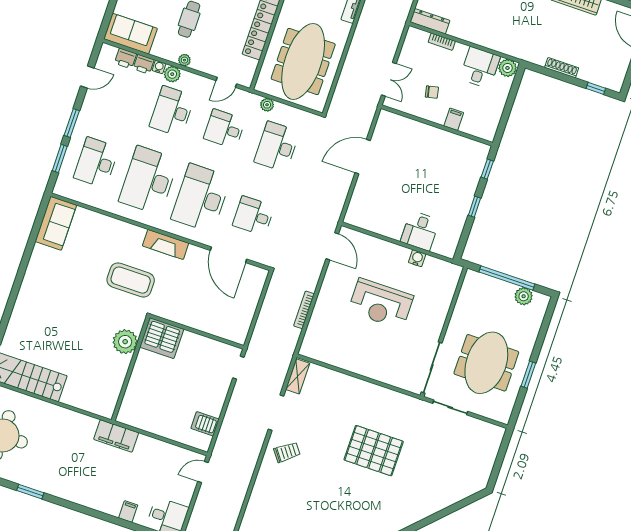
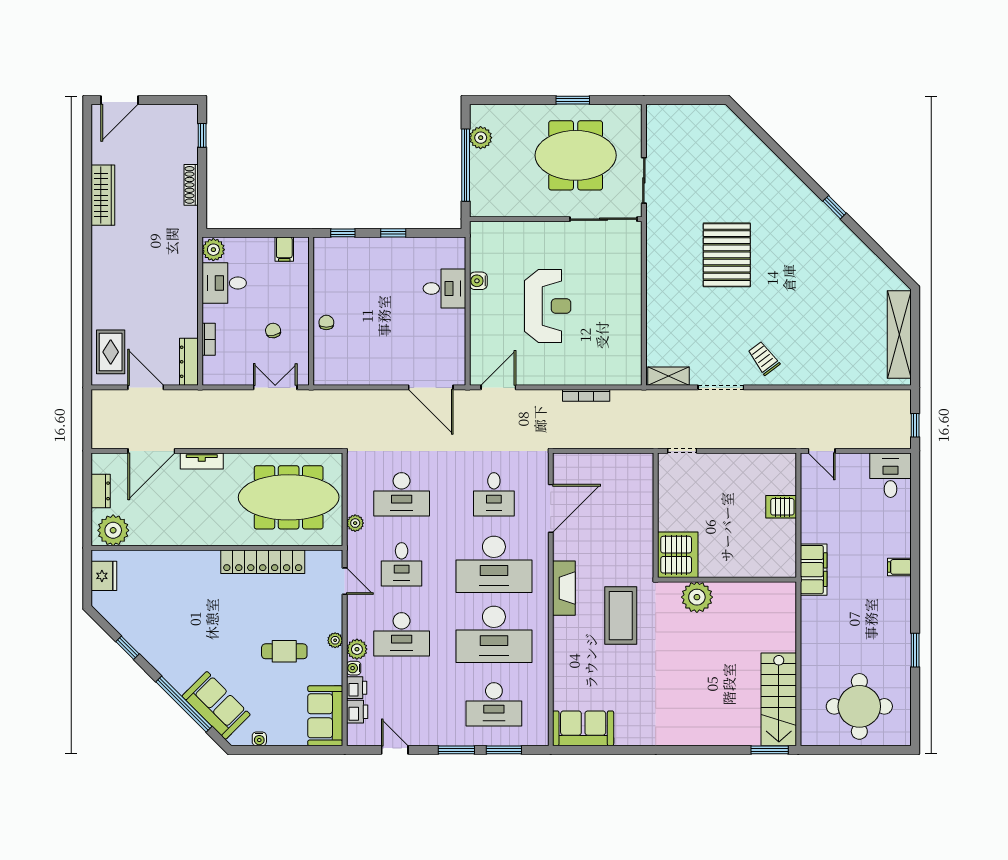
filing cabinet: (454, 119) -> (284, 249), moved, turned -90
chair: (424, 134) -> (326, 322), added
door: (363, 157) -> (431, 387), moved
server rack: (205, 424) -> (781, 507), moved, turned 90
filing cabinet: (128, 512) -> (899, 567), moved

